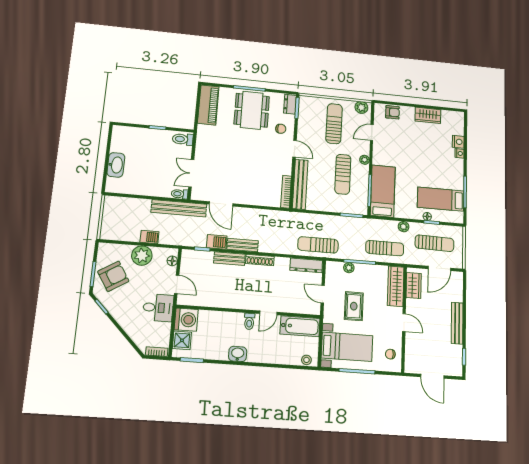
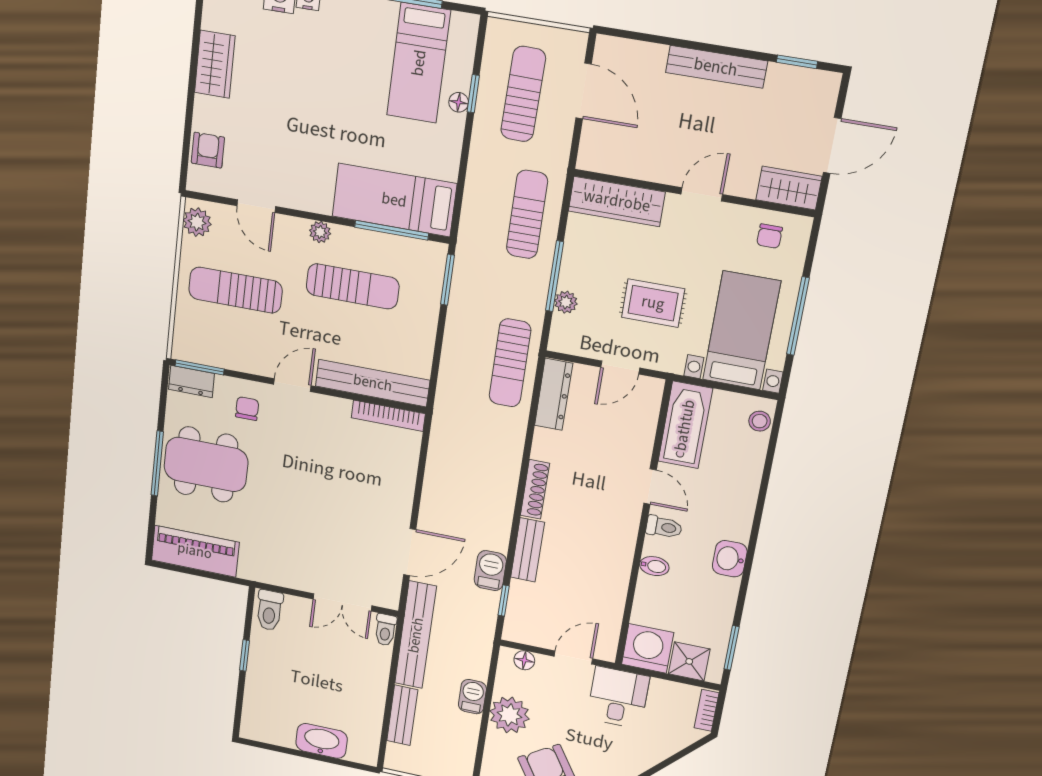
plant: (404, 227) -> (480, 163), removed
bench: (243, 245) -> (402, 715), moved
wardrobe: (414, 285) -> (789, 188), moved
bidet: (229, 319) -> (654, 566), added

